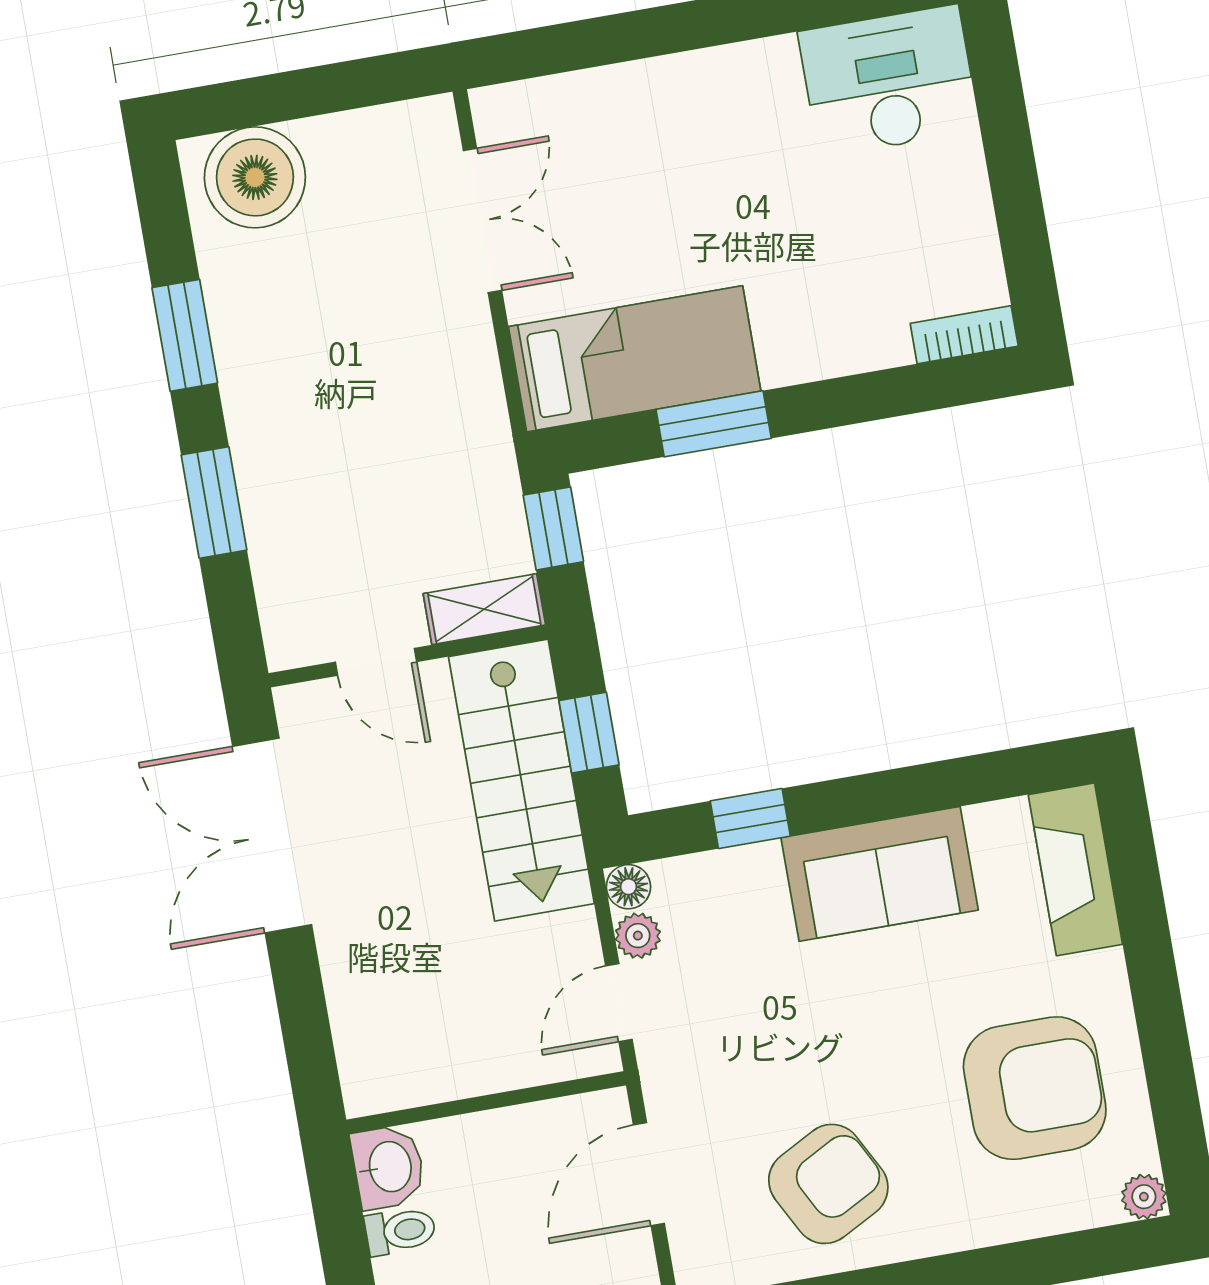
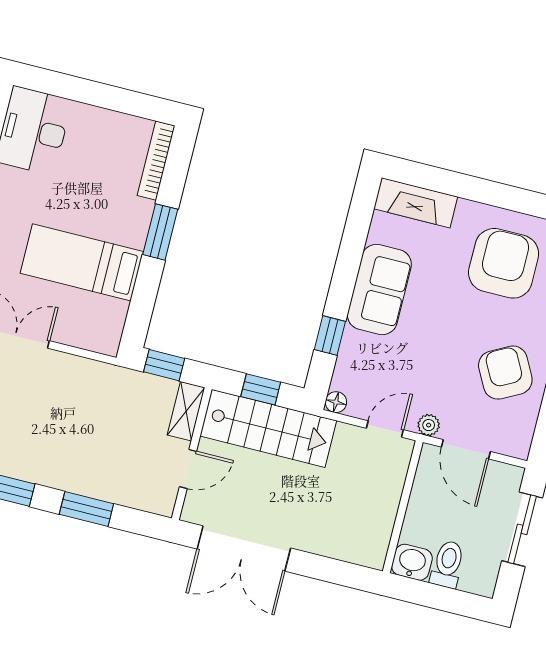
bookcase: (964, 335) -> (156, 161), width x1.56
bed: (635, 359) -> (82, 262), moved, turned -90
window: (714, 424) -> (160, 232), moved
plant: (638, 936) -> (429, 425), moved
door: (619, 1003) -> (385, 429), swing flipped
toilet: (400, 1231) -> (448, 564), width x1.37, depth x1.39

